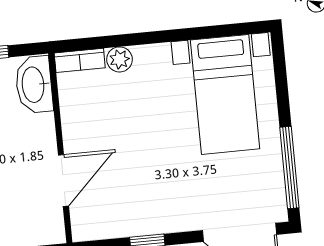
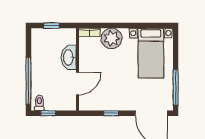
plant: (120, 59) -> (112, 38), width x1.87, depth x1.87
washbasin: (34, 85) -> (69, 57), moved

